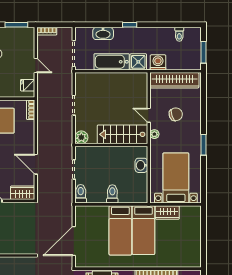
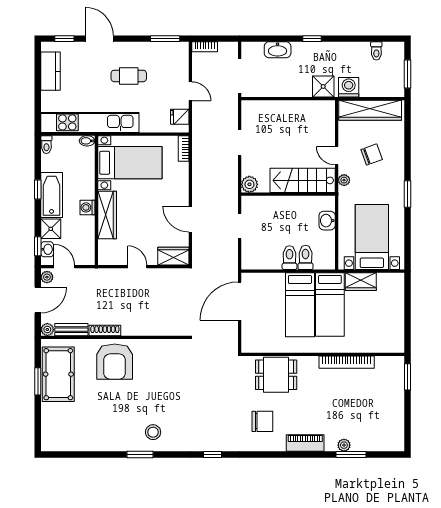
bathtub: (112, 62) -> (289, 86), removed
toilet: (81, 194) -> (306, 257), moved
door: (74, 241) -> (240, 301), moved

